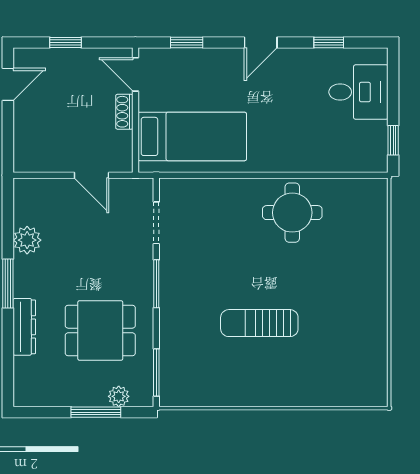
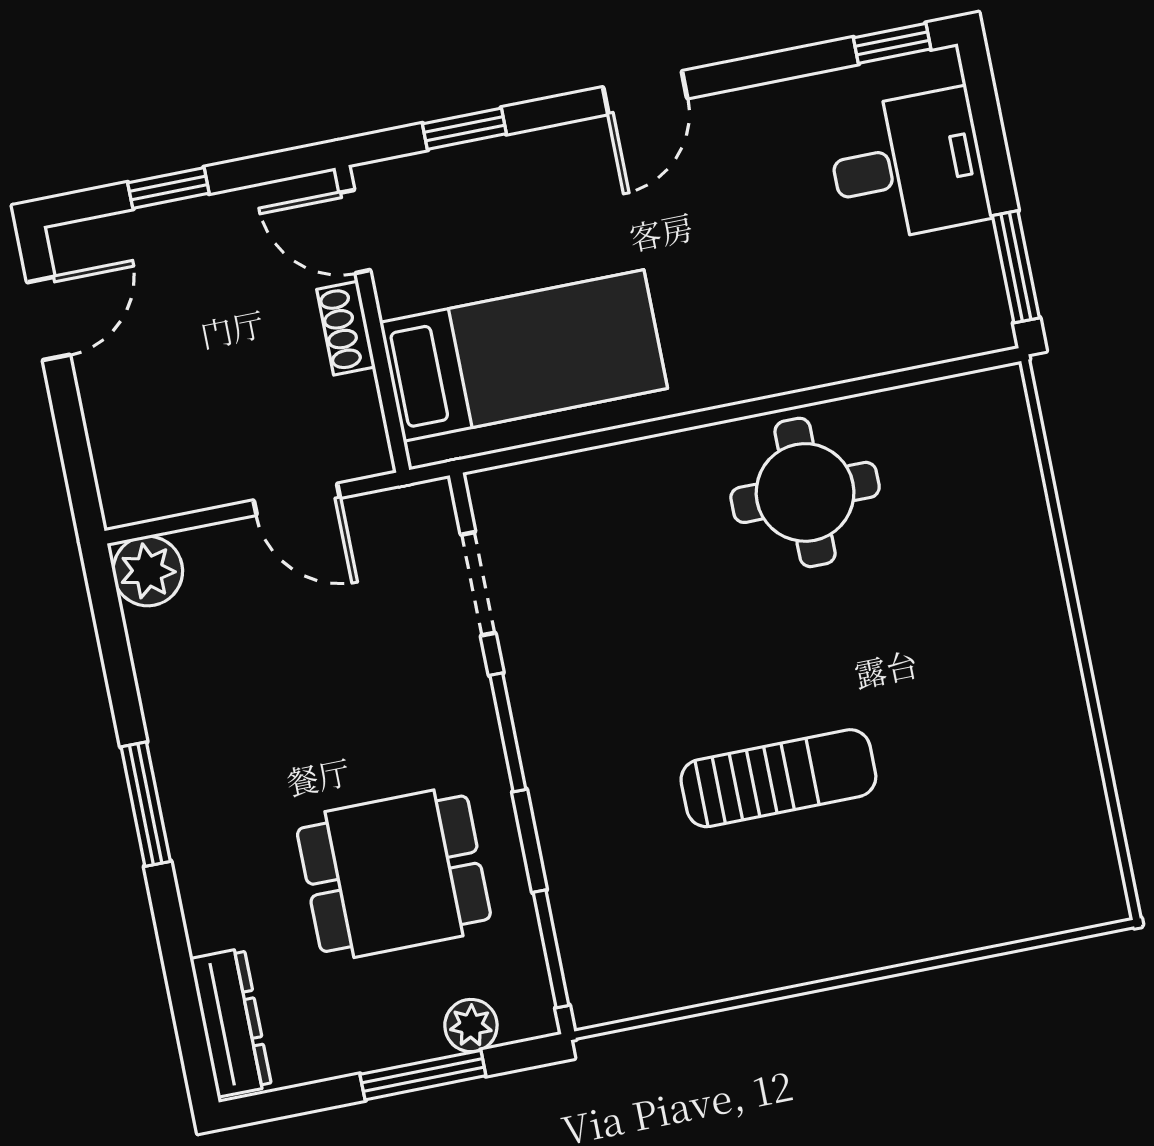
window: (329, 43) -> (892, 43), moved
window: (393, 140) -> (1016, 267), width x1.50
plant: (27, 240) -> (148, 571), moved
sun lounger: (259, 323) -> (778, 778), turned 180
dresser: (24, 327) -> (231, 1023), moved

